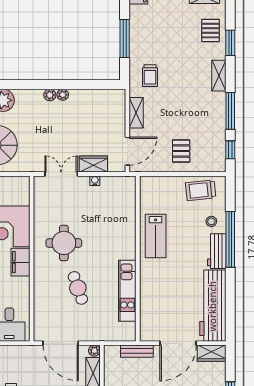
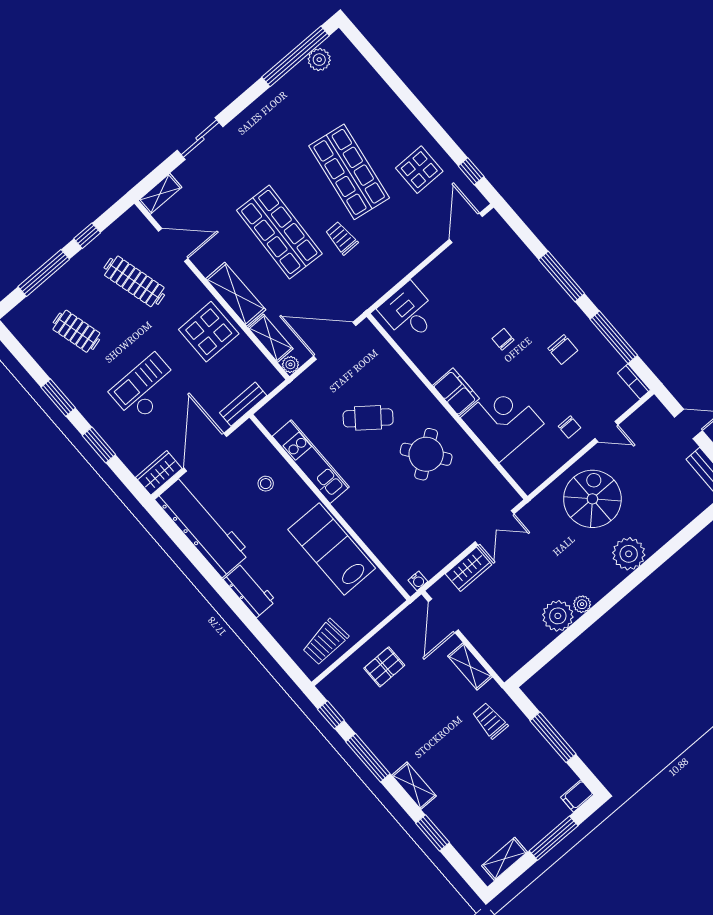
pallet: (211, 31) -> (466, 828), removed
plant: (63, 95) -> (558, 616), width x1.87, depth x1.87
pallet: (181, 151) -> (384, 667), turned 90
water cooler: (95, 181) -> (418, 581), moved
trolley: (201, 190) -> (325, 642), turned 180
stool: (211, 221) -> (266, 484), moved
lab bench: (156, 236) -> (332, 549), width x1.36, depth x1.39
window: (230, 239) -> (246, 616), removed
round table: (64, 243) -> (426, 454), turned -36
cafe table: (78, 288) -> (368, 418), turned -33

